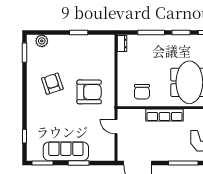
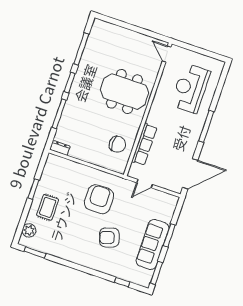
rug: (67, 50) -> (48, 207), added
armchair: (52, 84) -> (109, 238), moved
row of seats: (165, 115) -> (144, 144), moved

